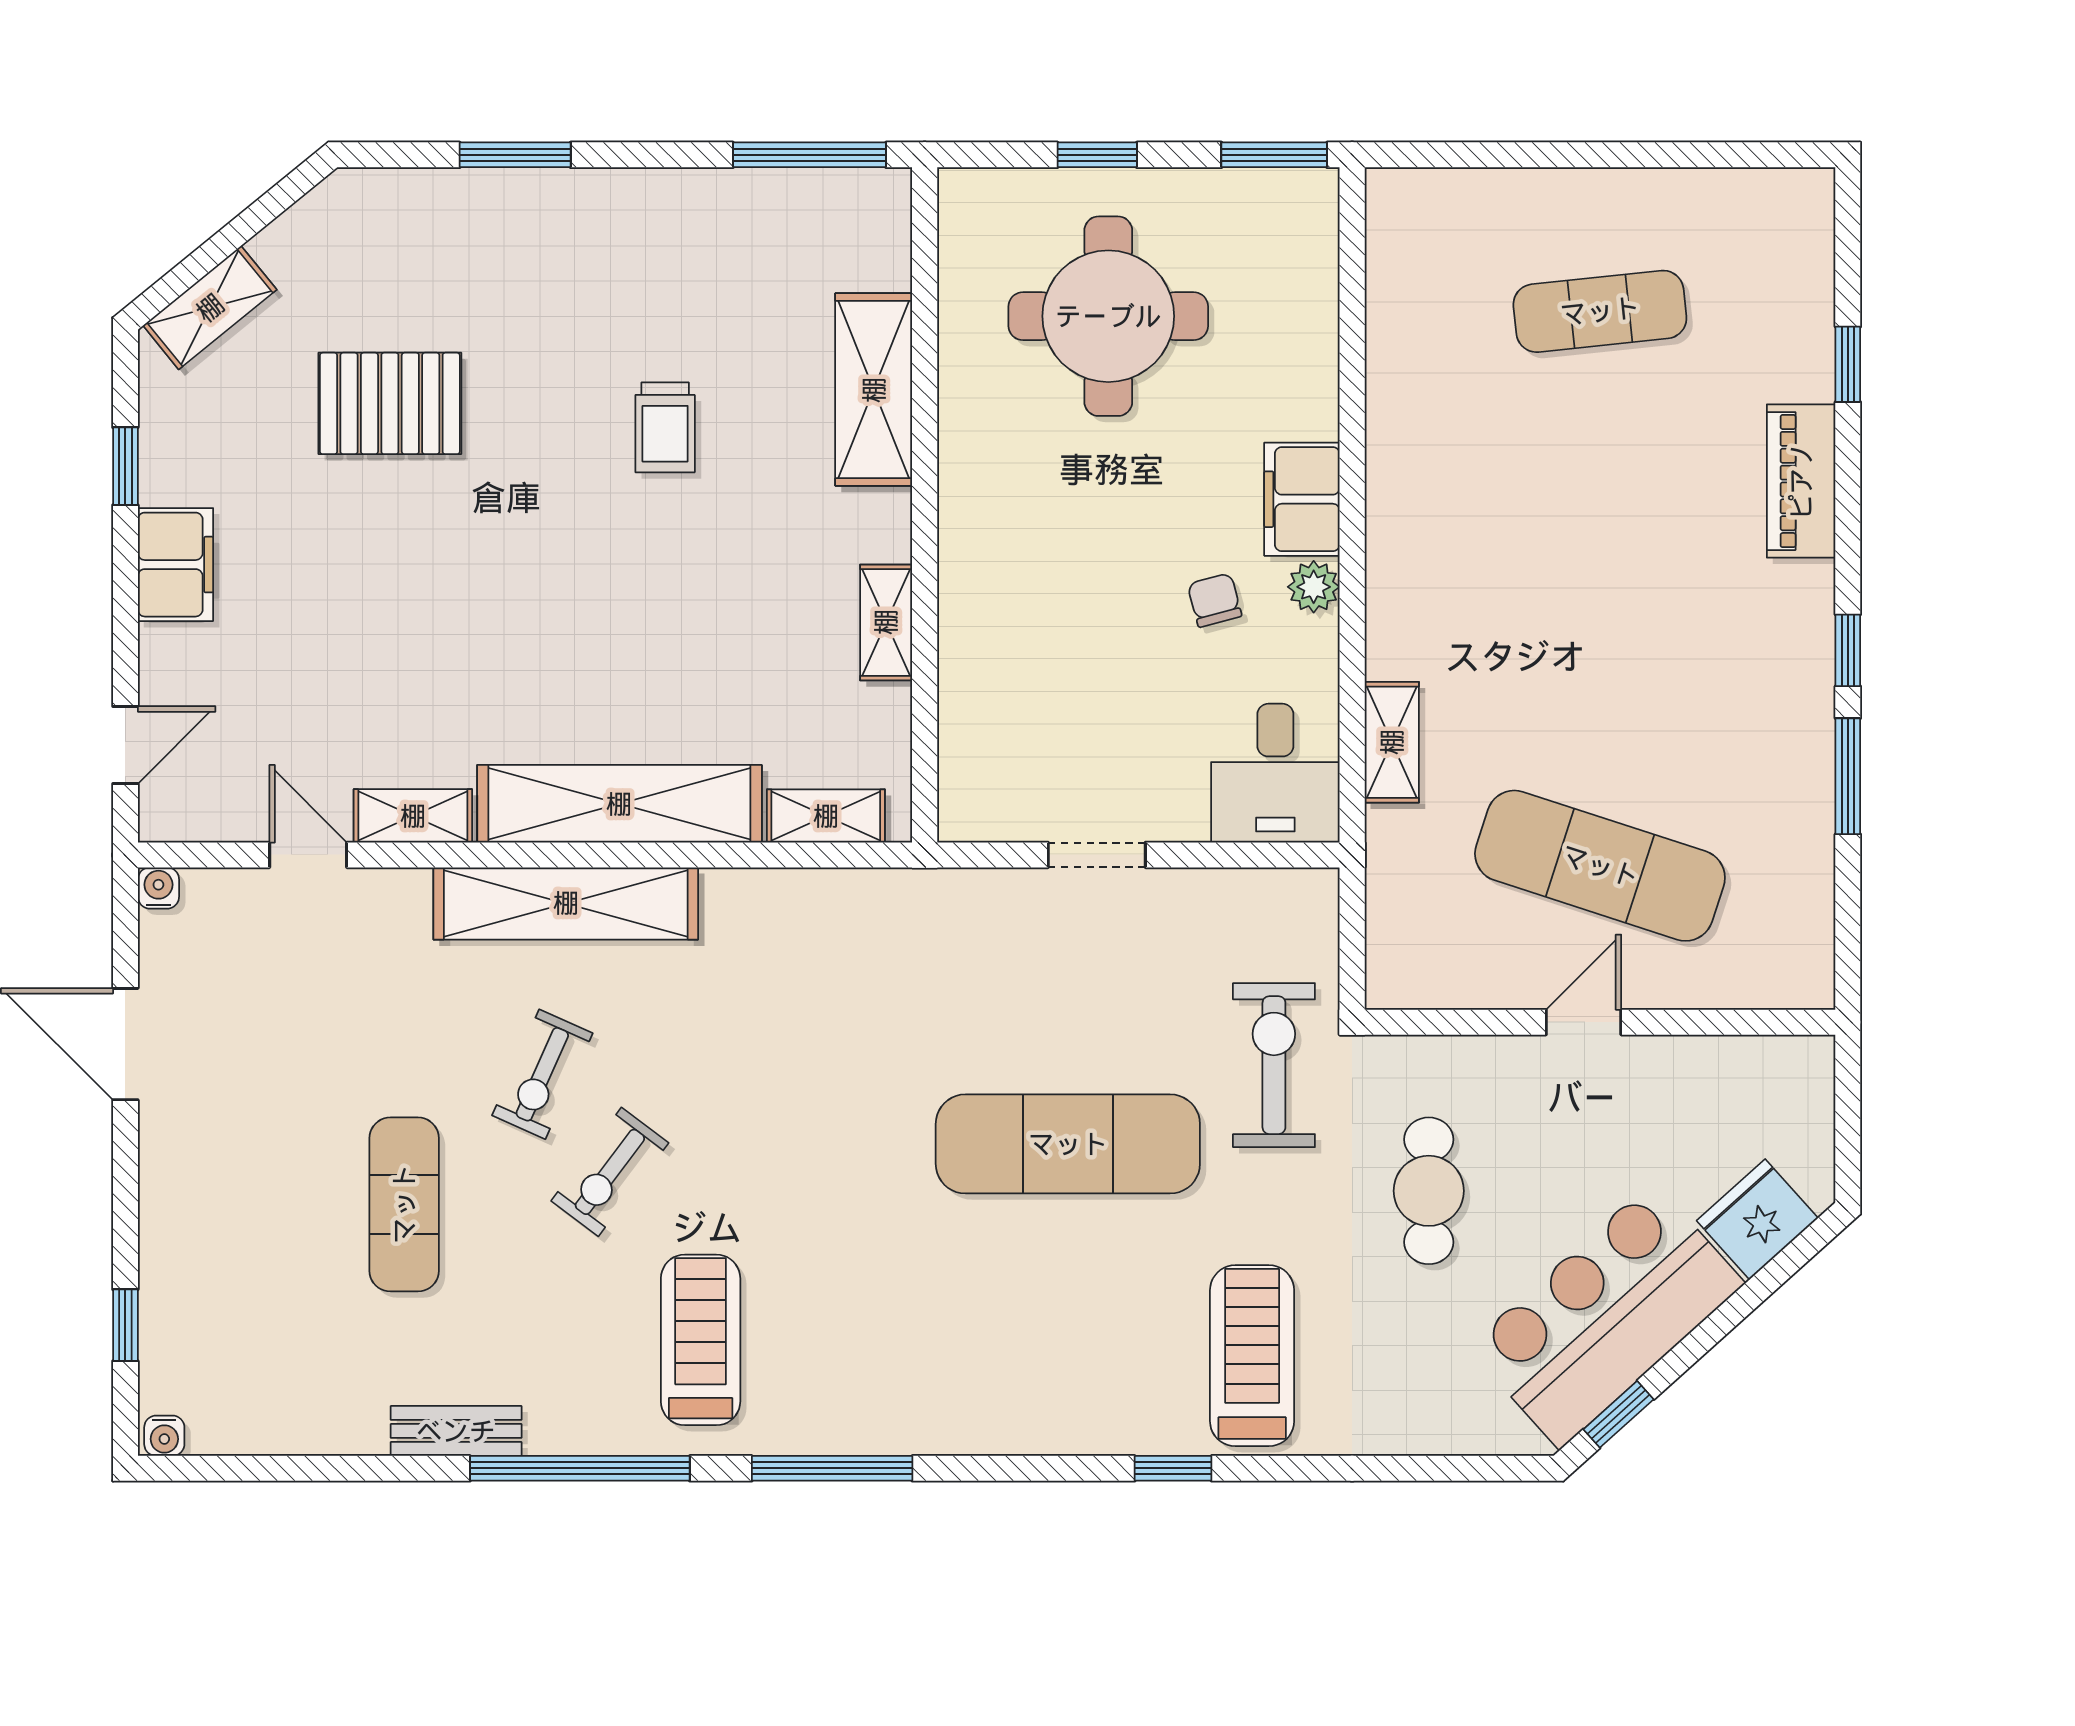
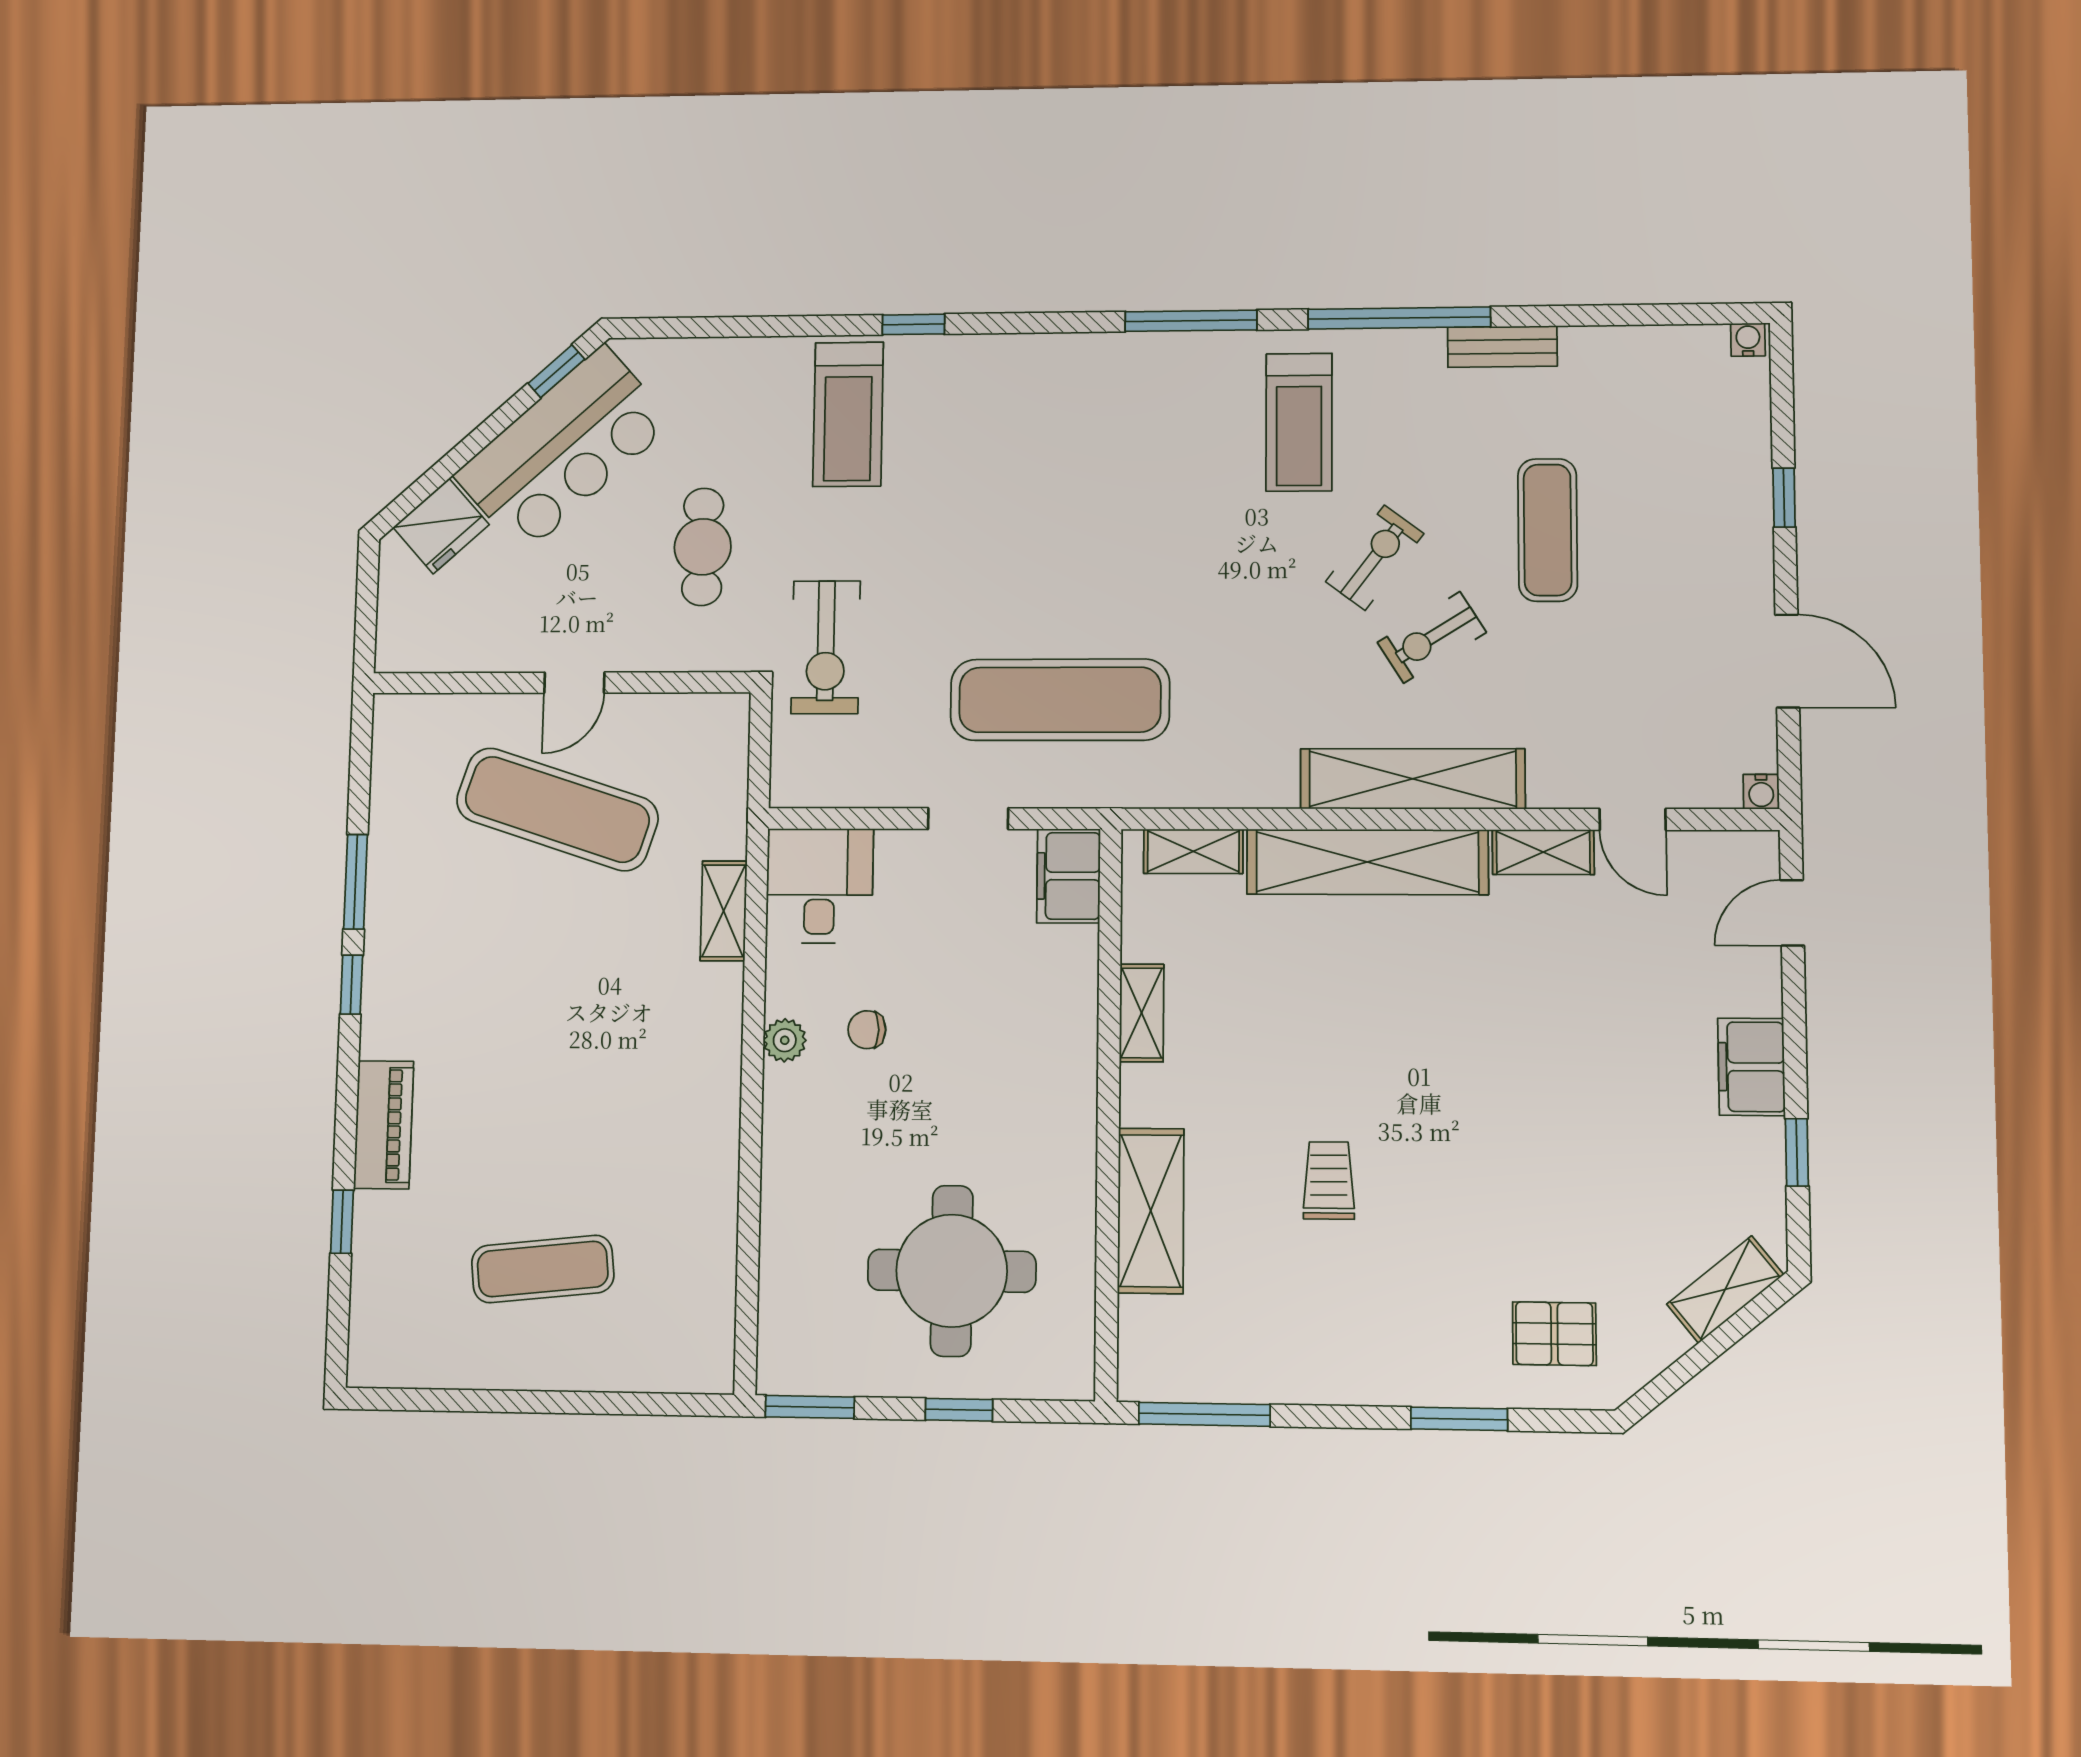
pallet: (390, 403) -> (1554, 1334), moved, width x0.67, depth x0.71
filing cabinet: (1302, 499) -> (1069, 876), moved, turned 180
chair: (1215, 600) -> (867, 1030), turned 105
exercise bike: (542, 1074) -> (1432, 637), turned -146
exercise mat: (1068, 1144) -> (1060, 700), moved
window: (125, 1325) -> (1784, 498), moved

